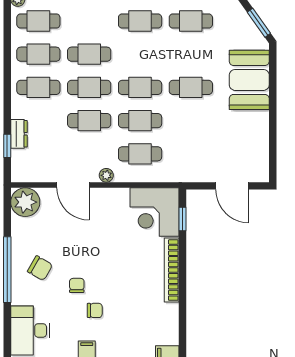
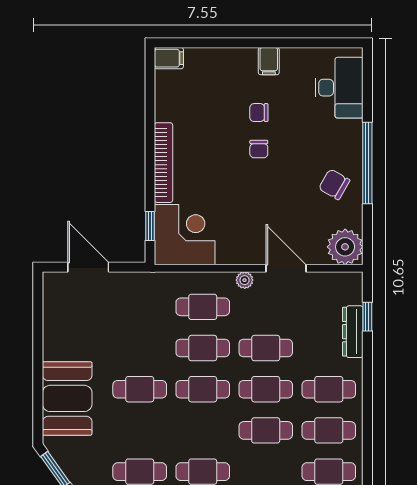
dresser: (19, 134) -> (353, 332), width x1.44
chair: (40, 268) -> (334, 184), moved
chair: (77, 285) -> (259, 149), moved

